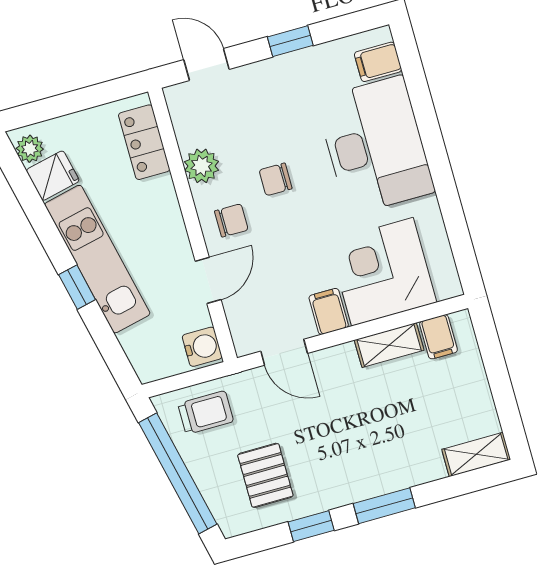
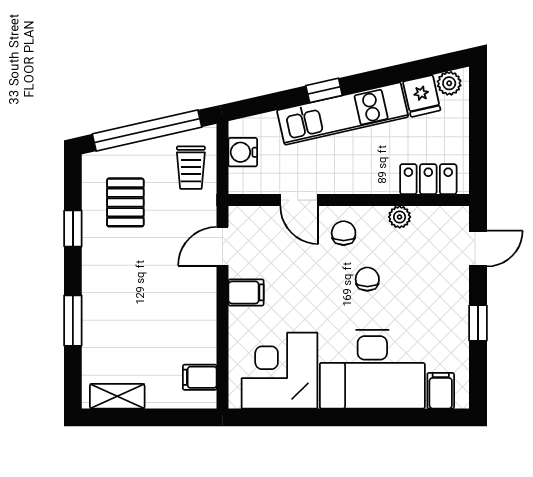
plant: (202, 166) -> (400, 217), width x0.73, depth x0.73
chair: (231, 220) -> (344, 233), turned 180
corner desk: (382, 272) -> (280, 371), moved, turned -90
shelving: (389, 345) -> (204, 335), removed
water cooler: (202, 347) -> (243, 152), moved, turned 90
shelving: (476, 454) -> (117, 396), moved, turned 90
pallet: (265, 475) -> (125, 202), turned 90
window: (384, 506) -> (73, 321), moved

